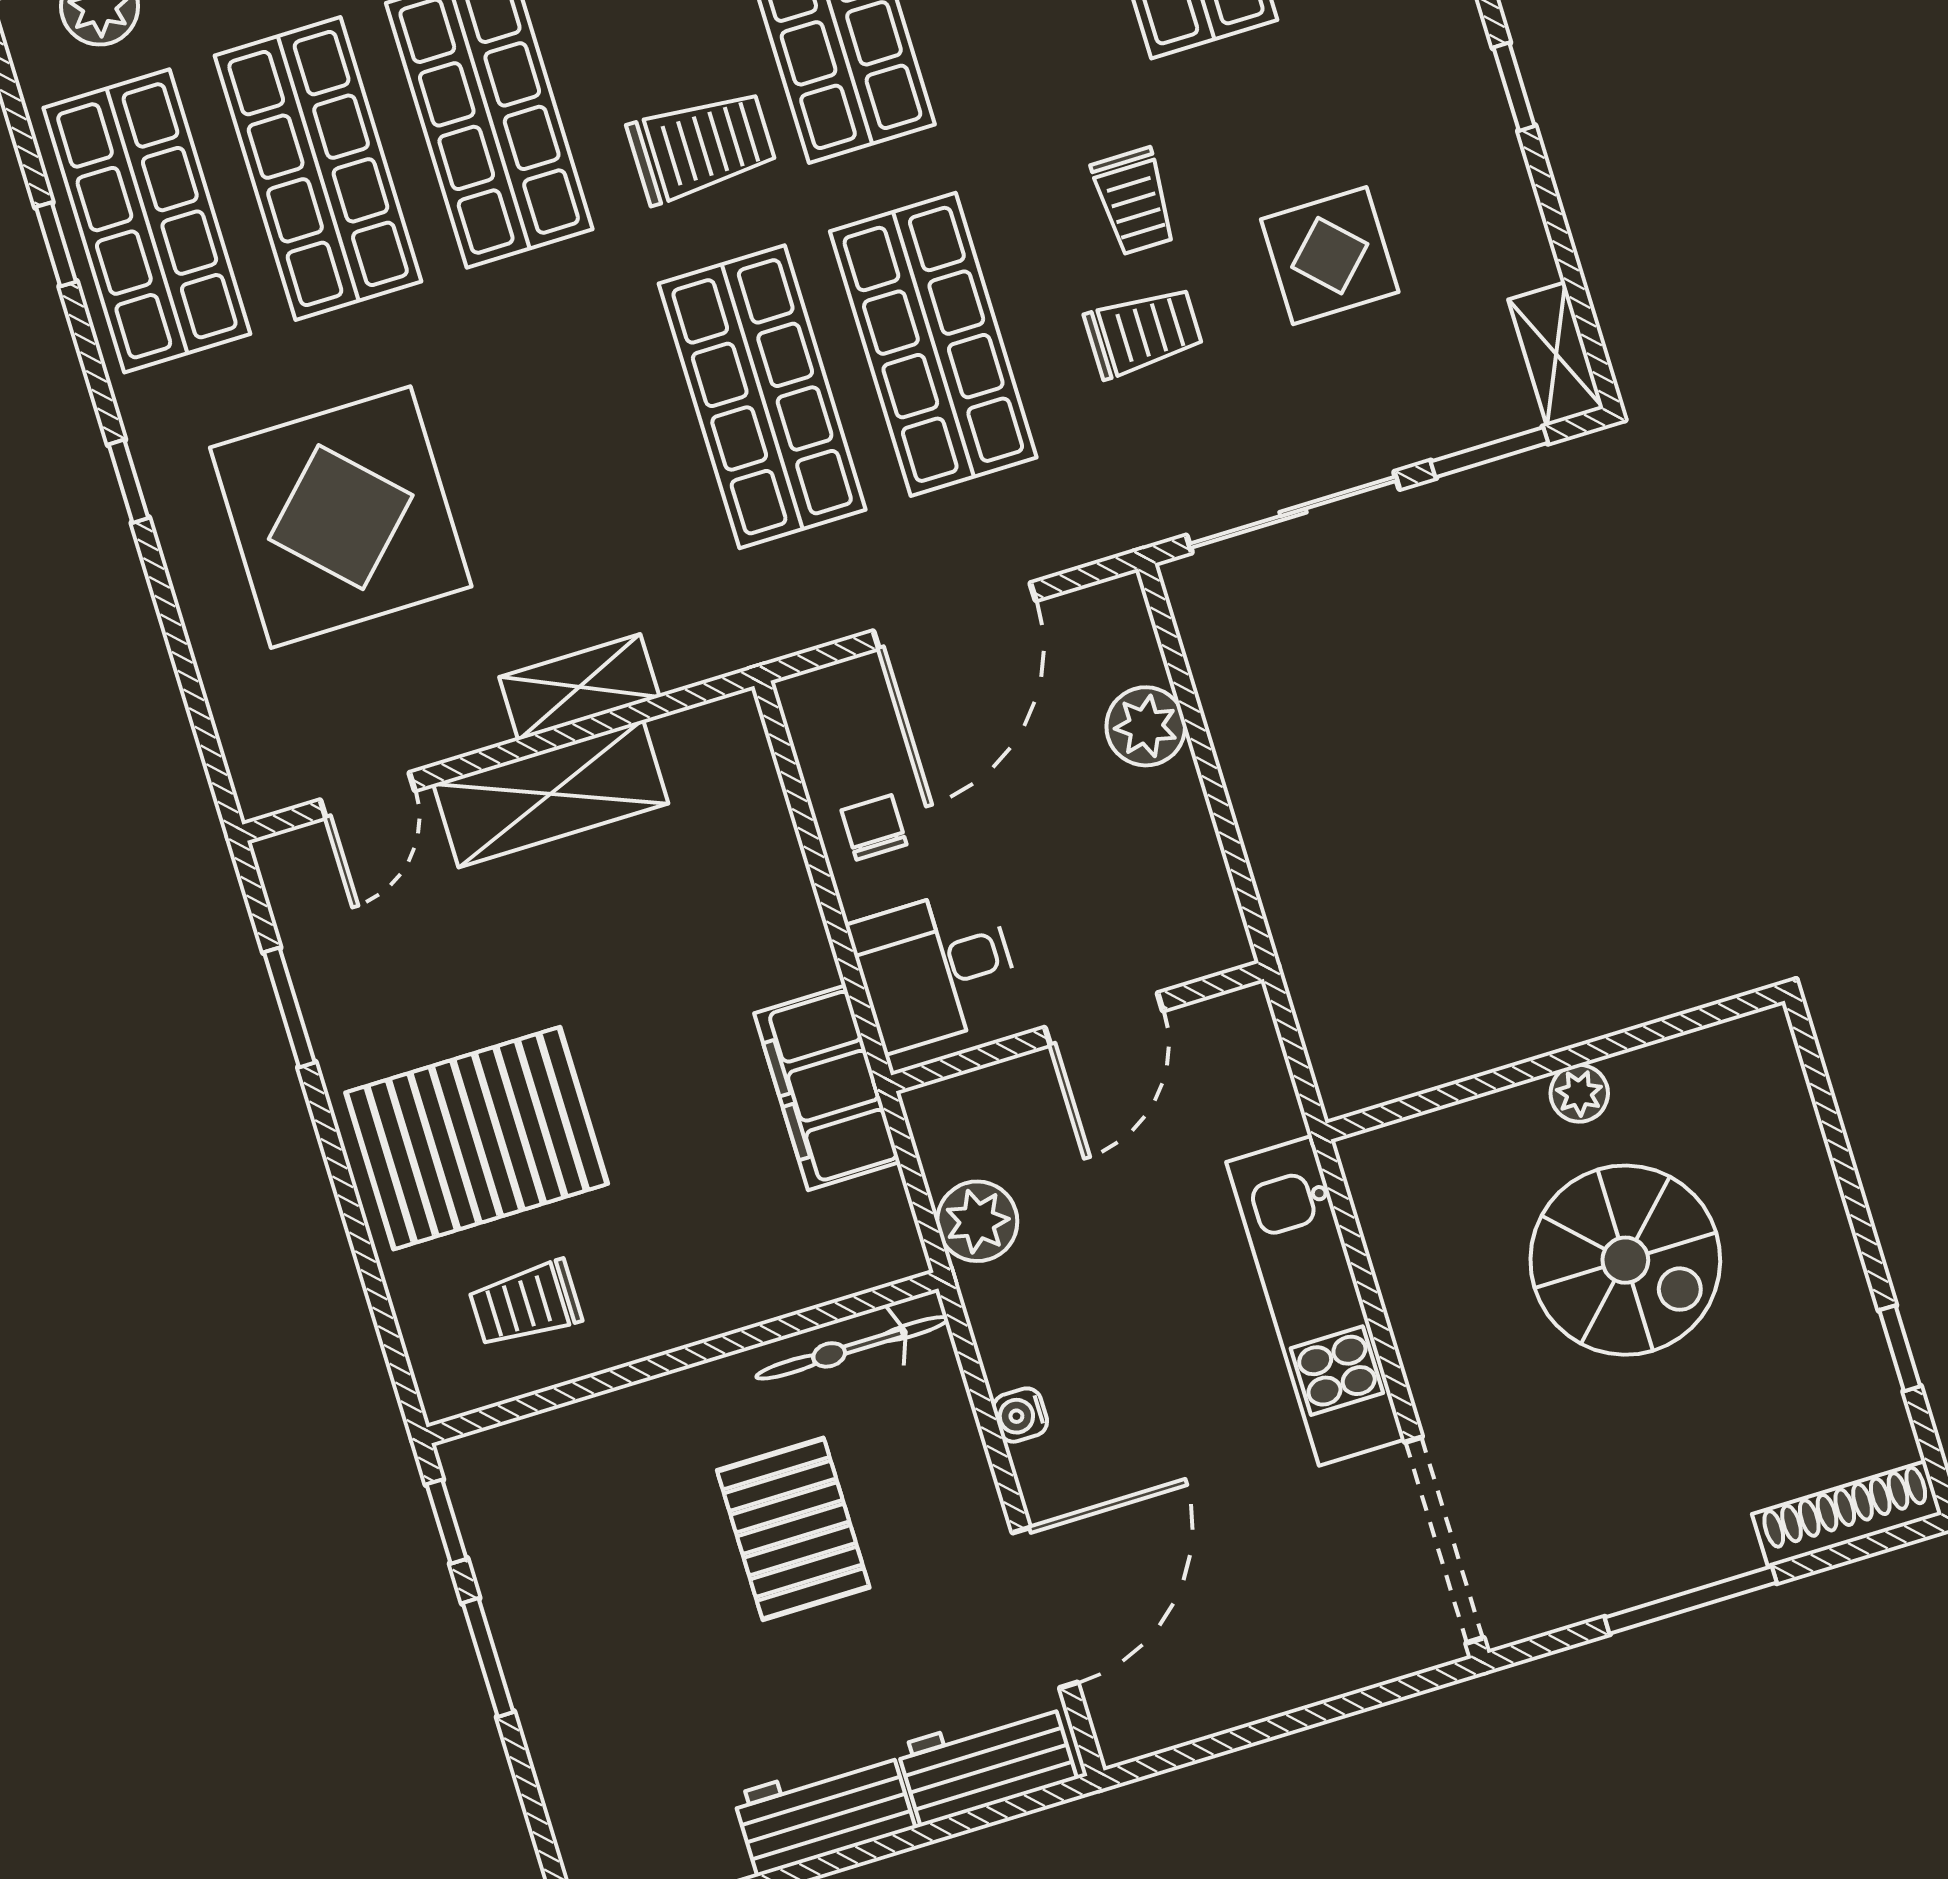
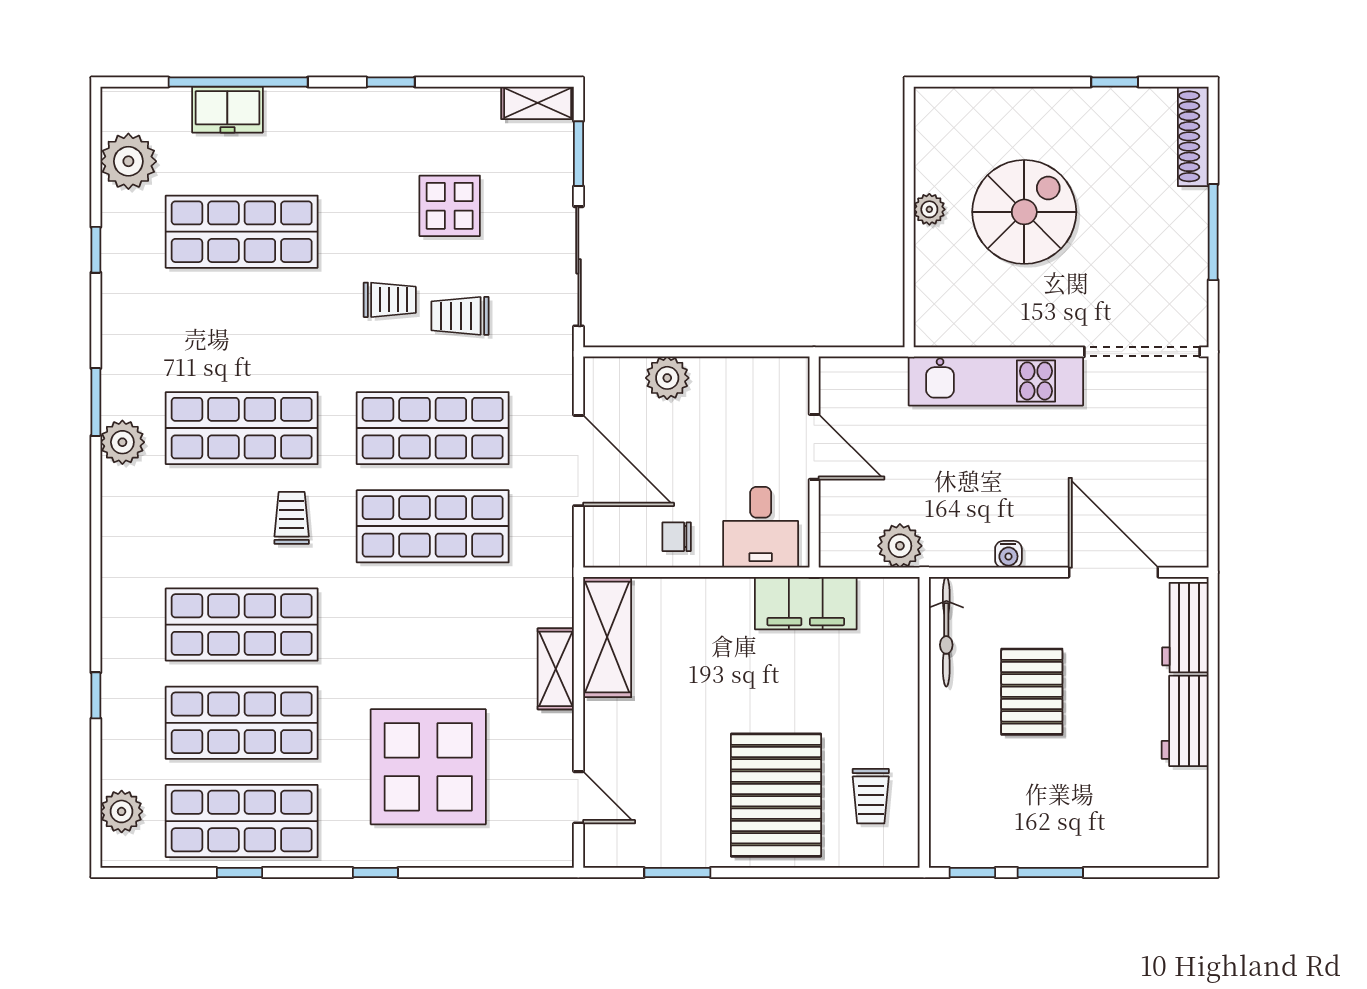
trolley: (702, 146) -> (292, 518), width x0.73, depth x0.72
trolley: (1143, 332) -> (460, 316), turned -90
shelving: (551, 794) -> (607, 637), moved
pallet: (793, 1529) -> (1032, 692), turned 90

